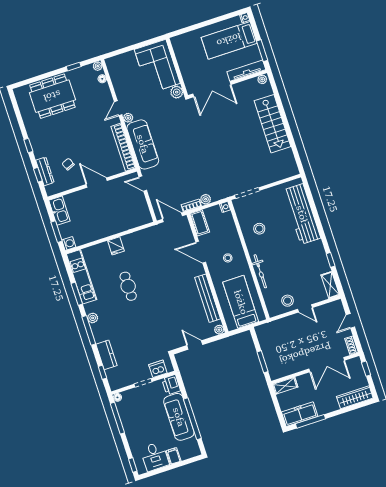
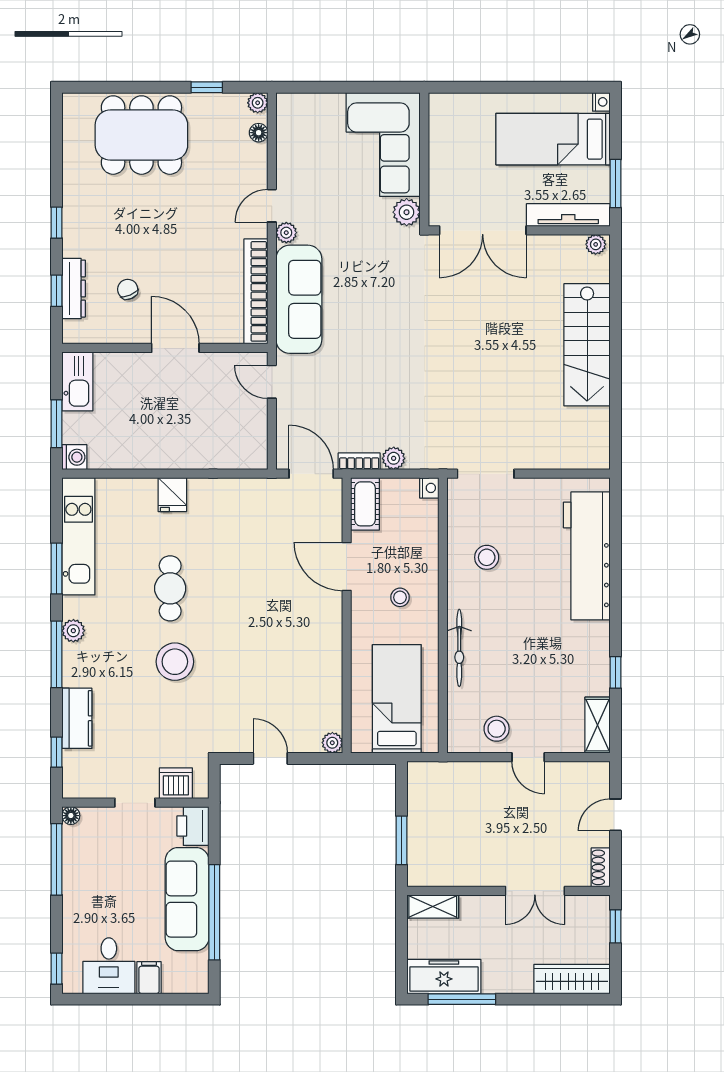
bench: (208, 298) -> (330, 668), removed
stool: (140, 317) -> (175, 662), added
double door: (327, 365) -> (535, 891), width x0.73

